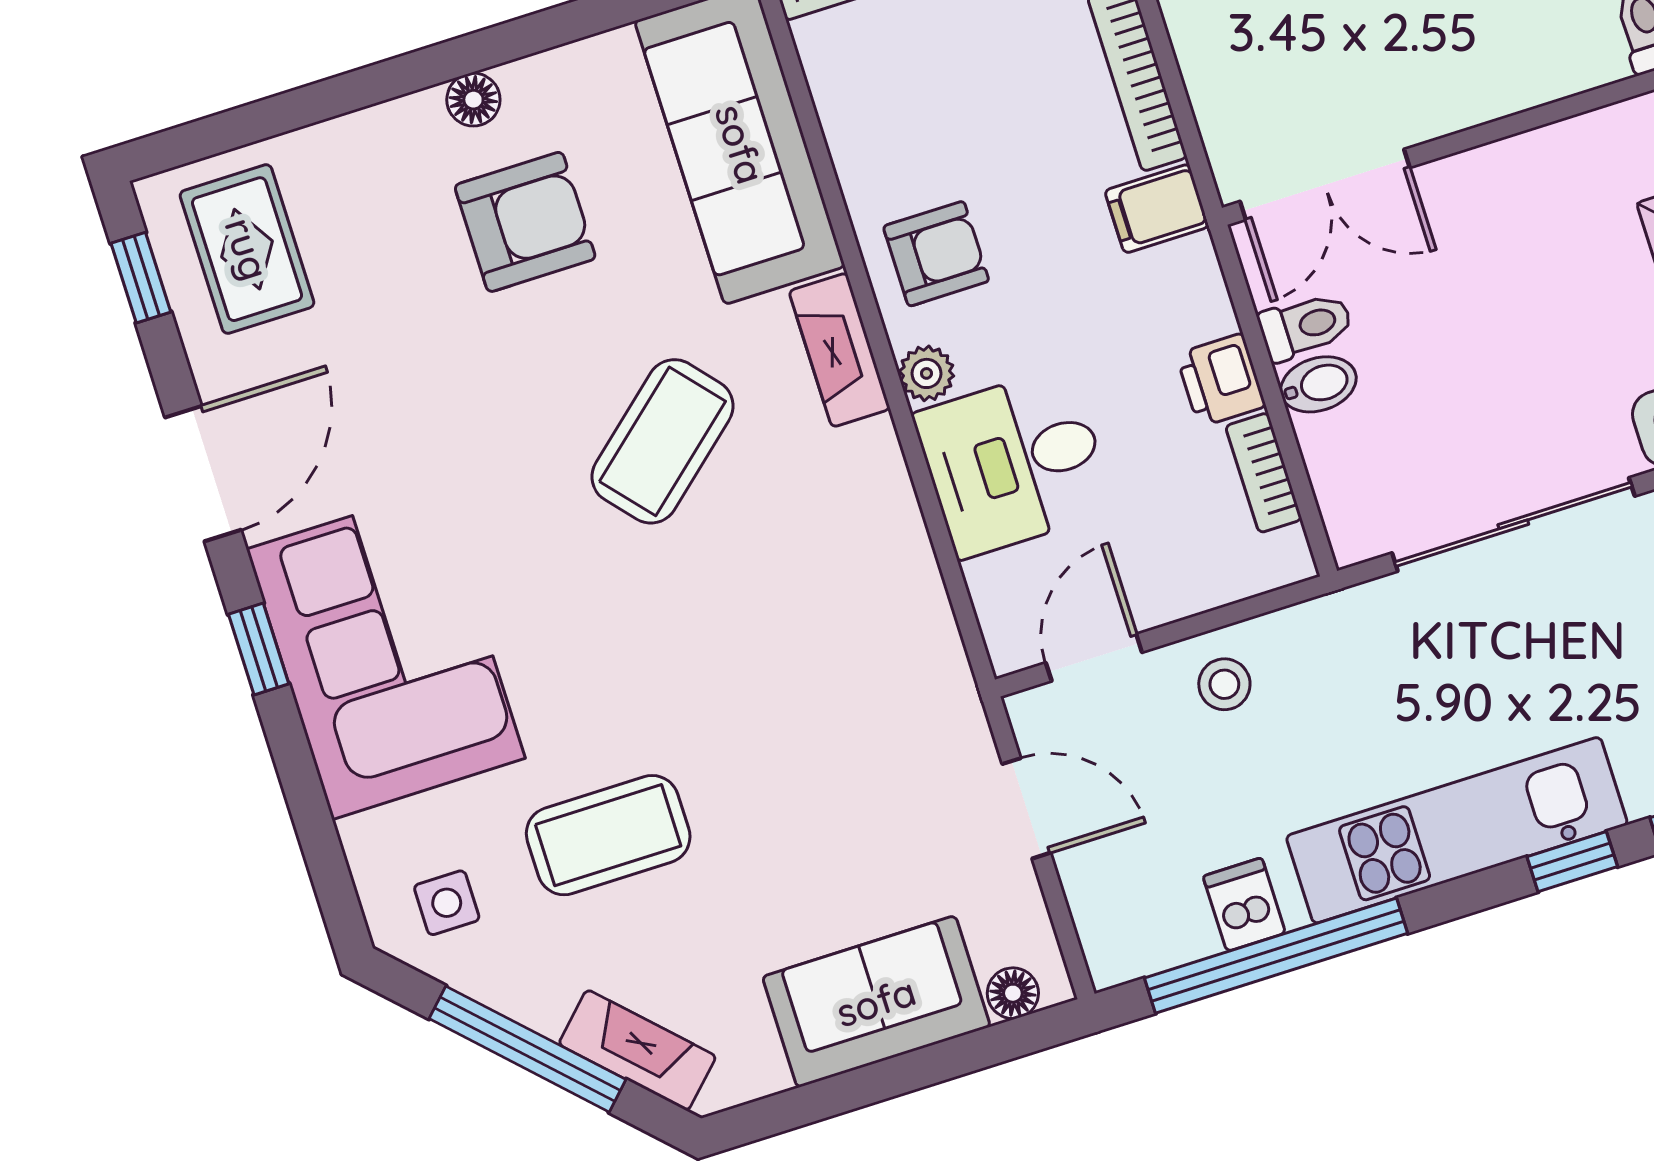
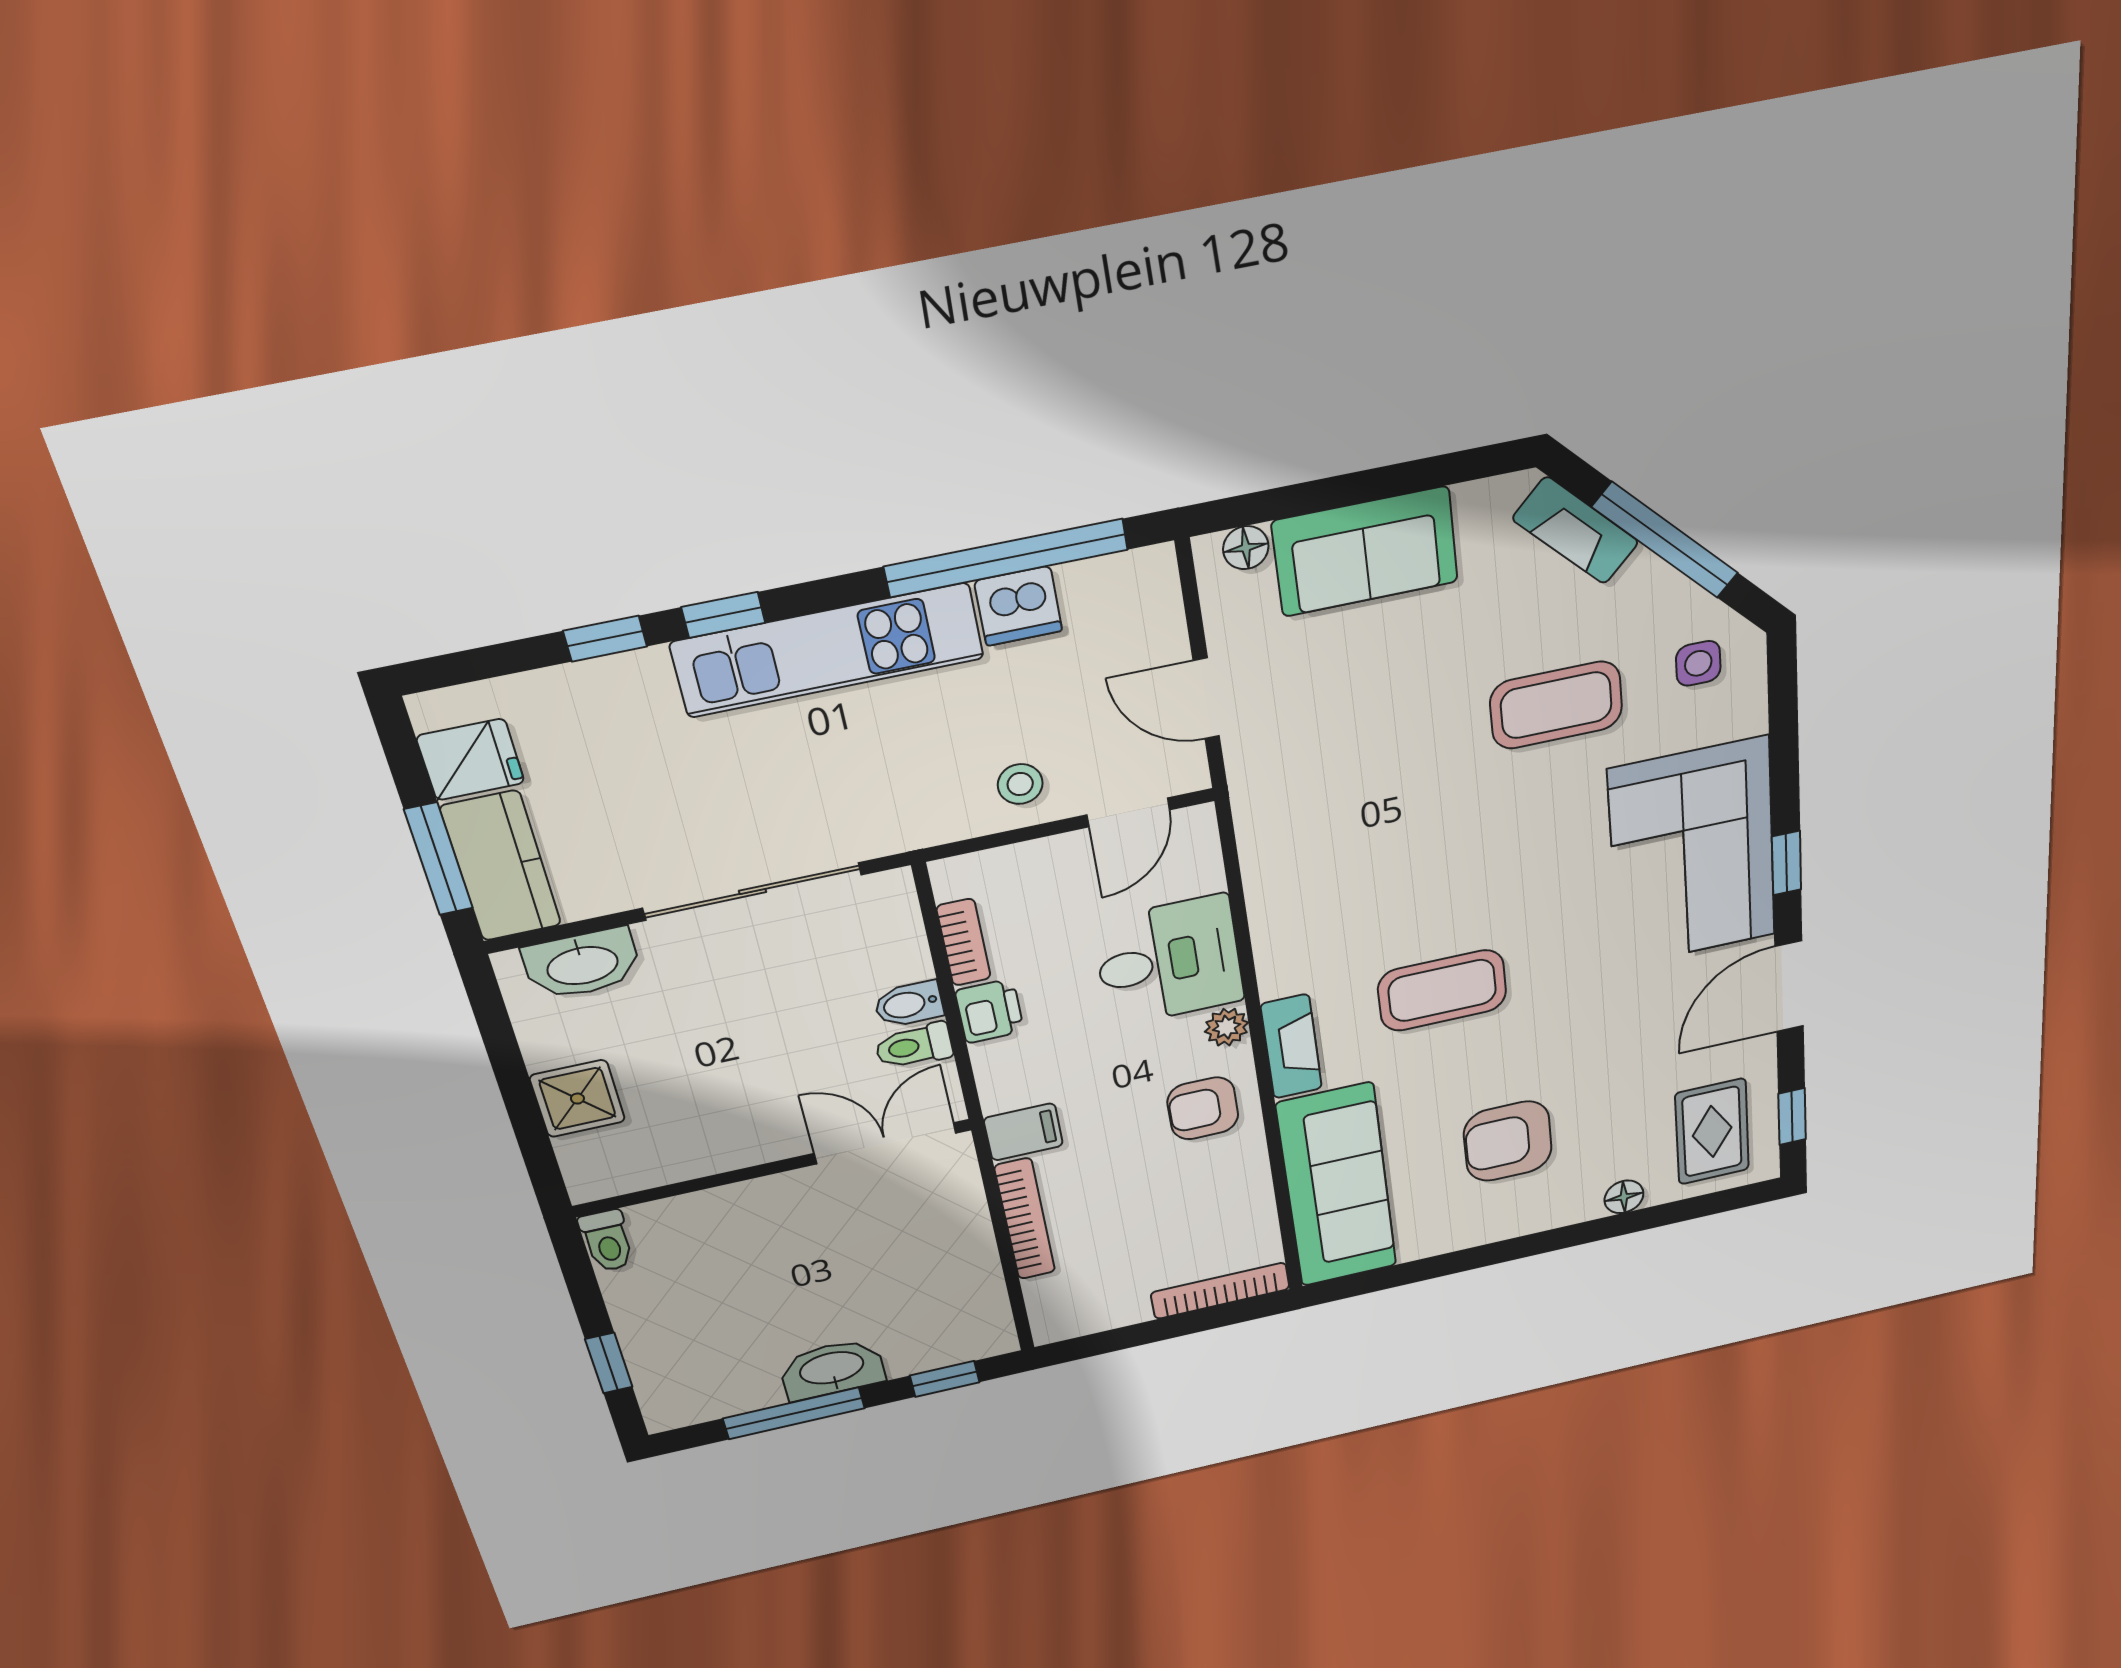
floor lamp: (473, 100) -> (1624, 1197), moved
coffee table: (663, 441) -> (1442, 990), turned 41
dishwasher: (1244, 905) -> (1018, 606), width x1.38

